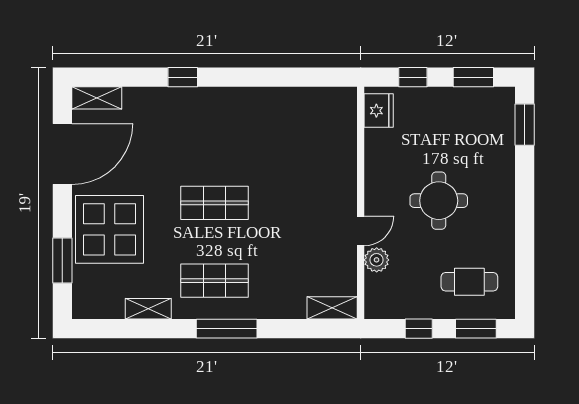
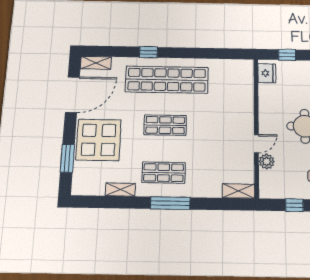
shop shelf: (214, 125) -> (167, 80), added

